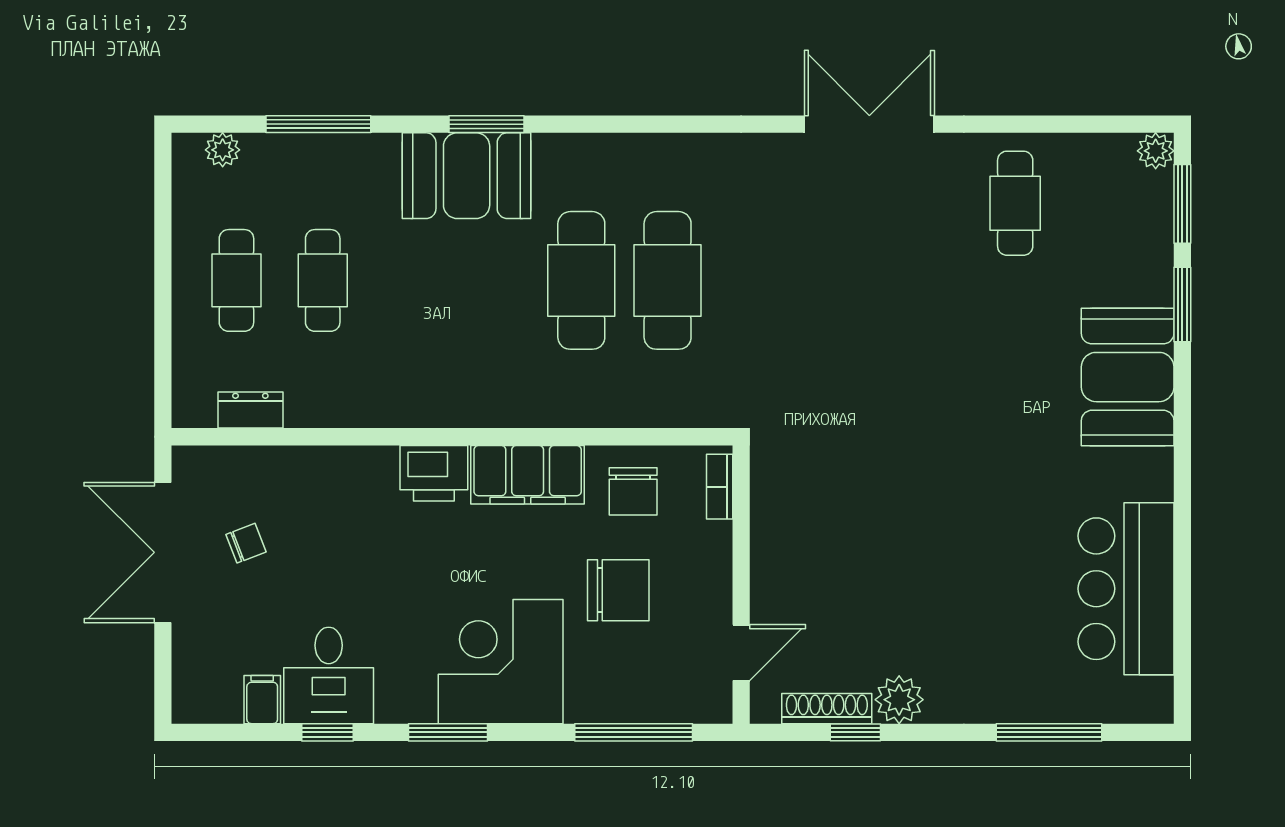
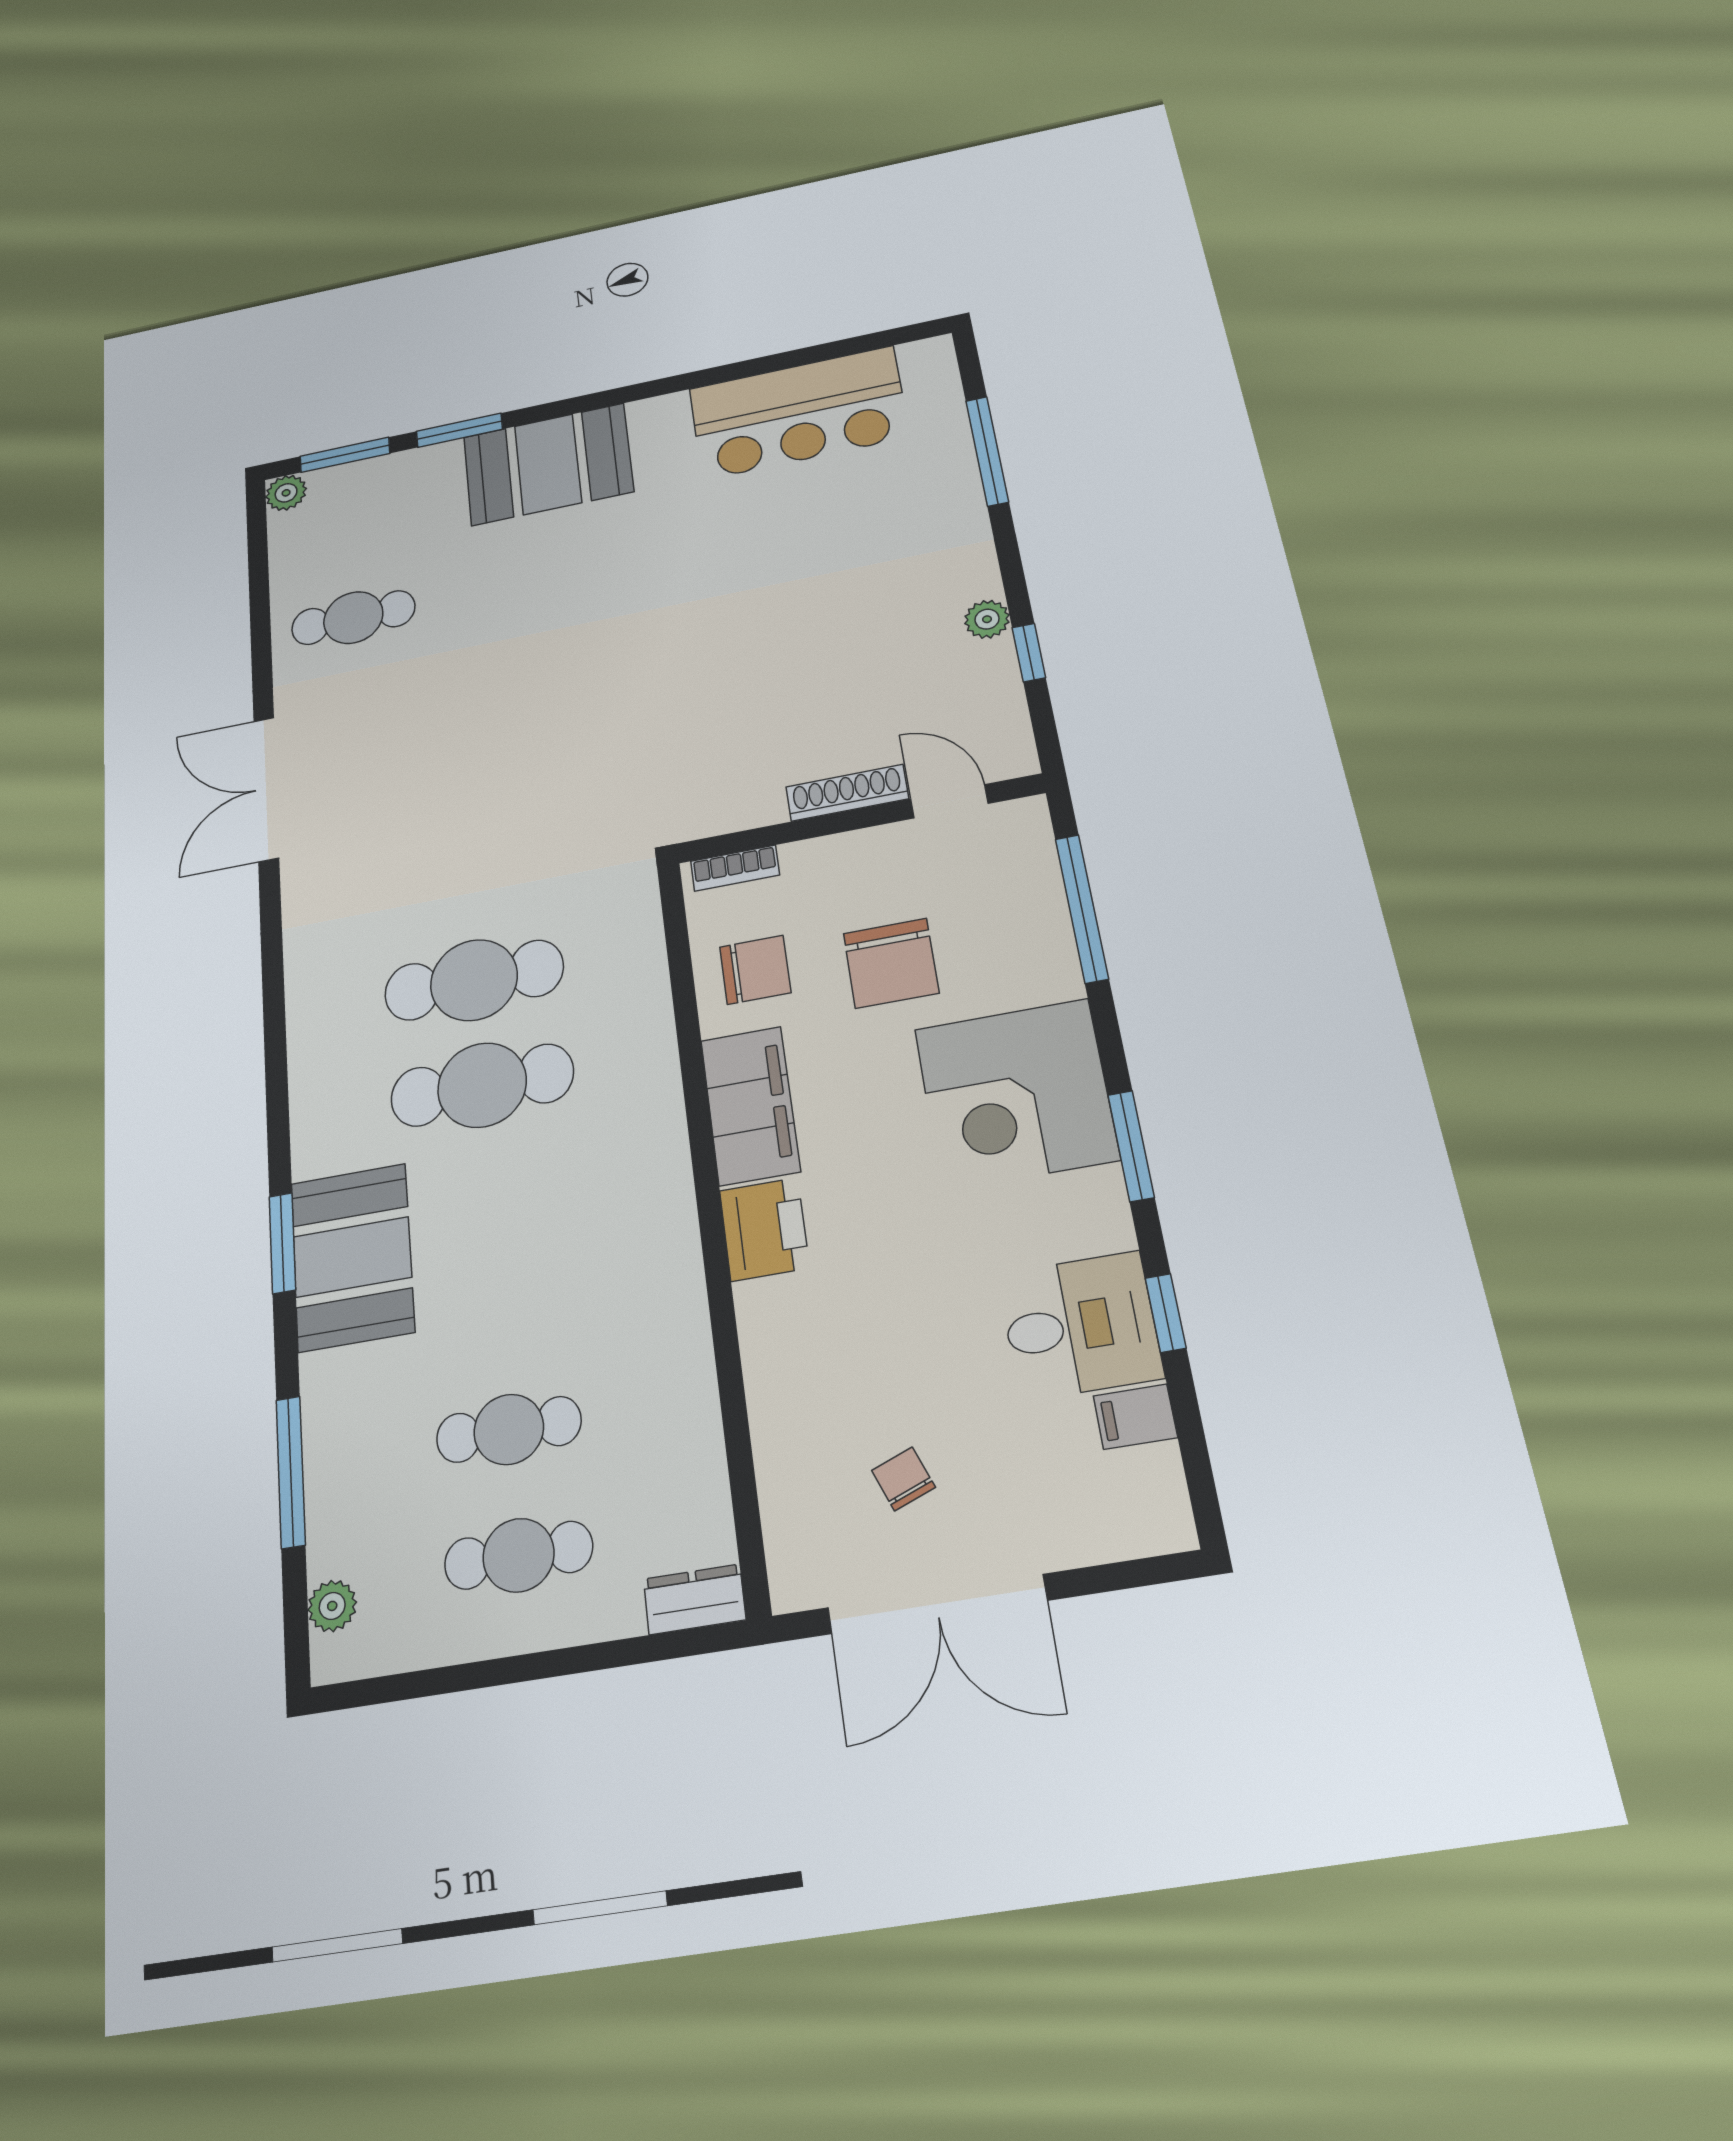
dresser: (250, 410) -> (695, 1599), moved, turned 90
chair: (618, 590) -> (891, 963), turned 180
plant: (899, 700) -> (987, 619), width x0.73, depth x0.73
shoe rack: (827, 709) -> (847, 793), moved, turned 90

